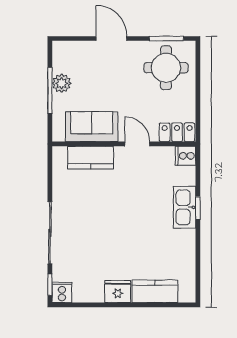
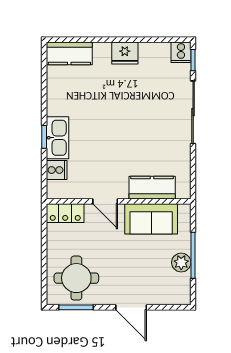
cooker: (186, 156) -> (57, 170), moved
kitchen counter: (155, 291) -> (69, 53), moved

